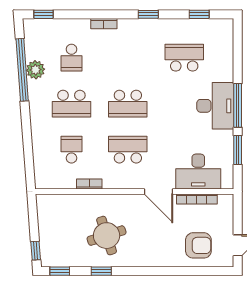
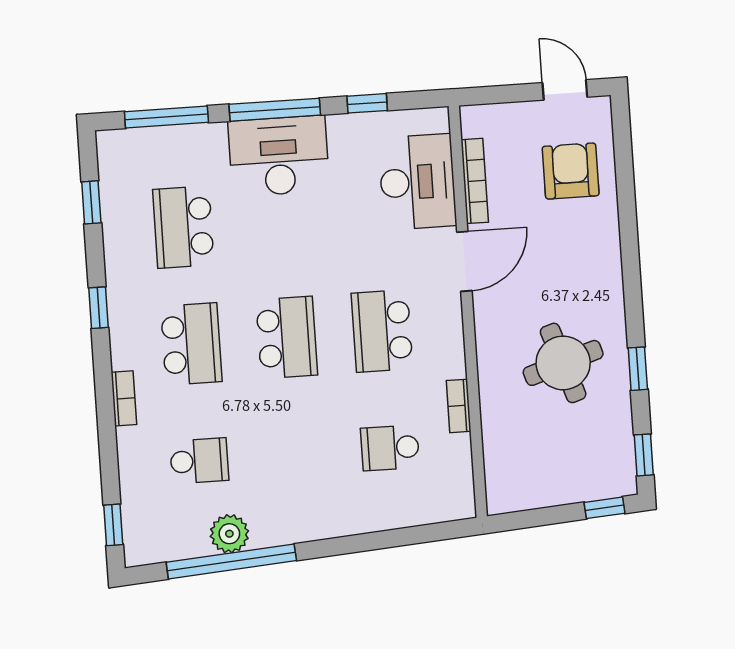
window: (238, 53) -> (166, 117), added
school desk: (71, 104) -> (191, 344), moved
window: (238, 150) -> (367, 103), width x0.67

